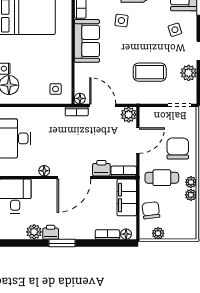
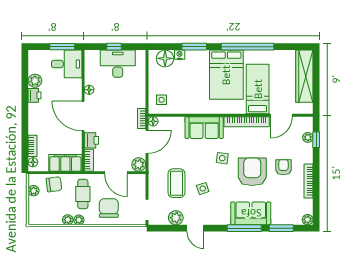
side table: (175, 30) -> (203, 189), moved
chair: (178, 148) -> (109, 208), turned -90
window: (62, 243) -> (25, 106), removed

